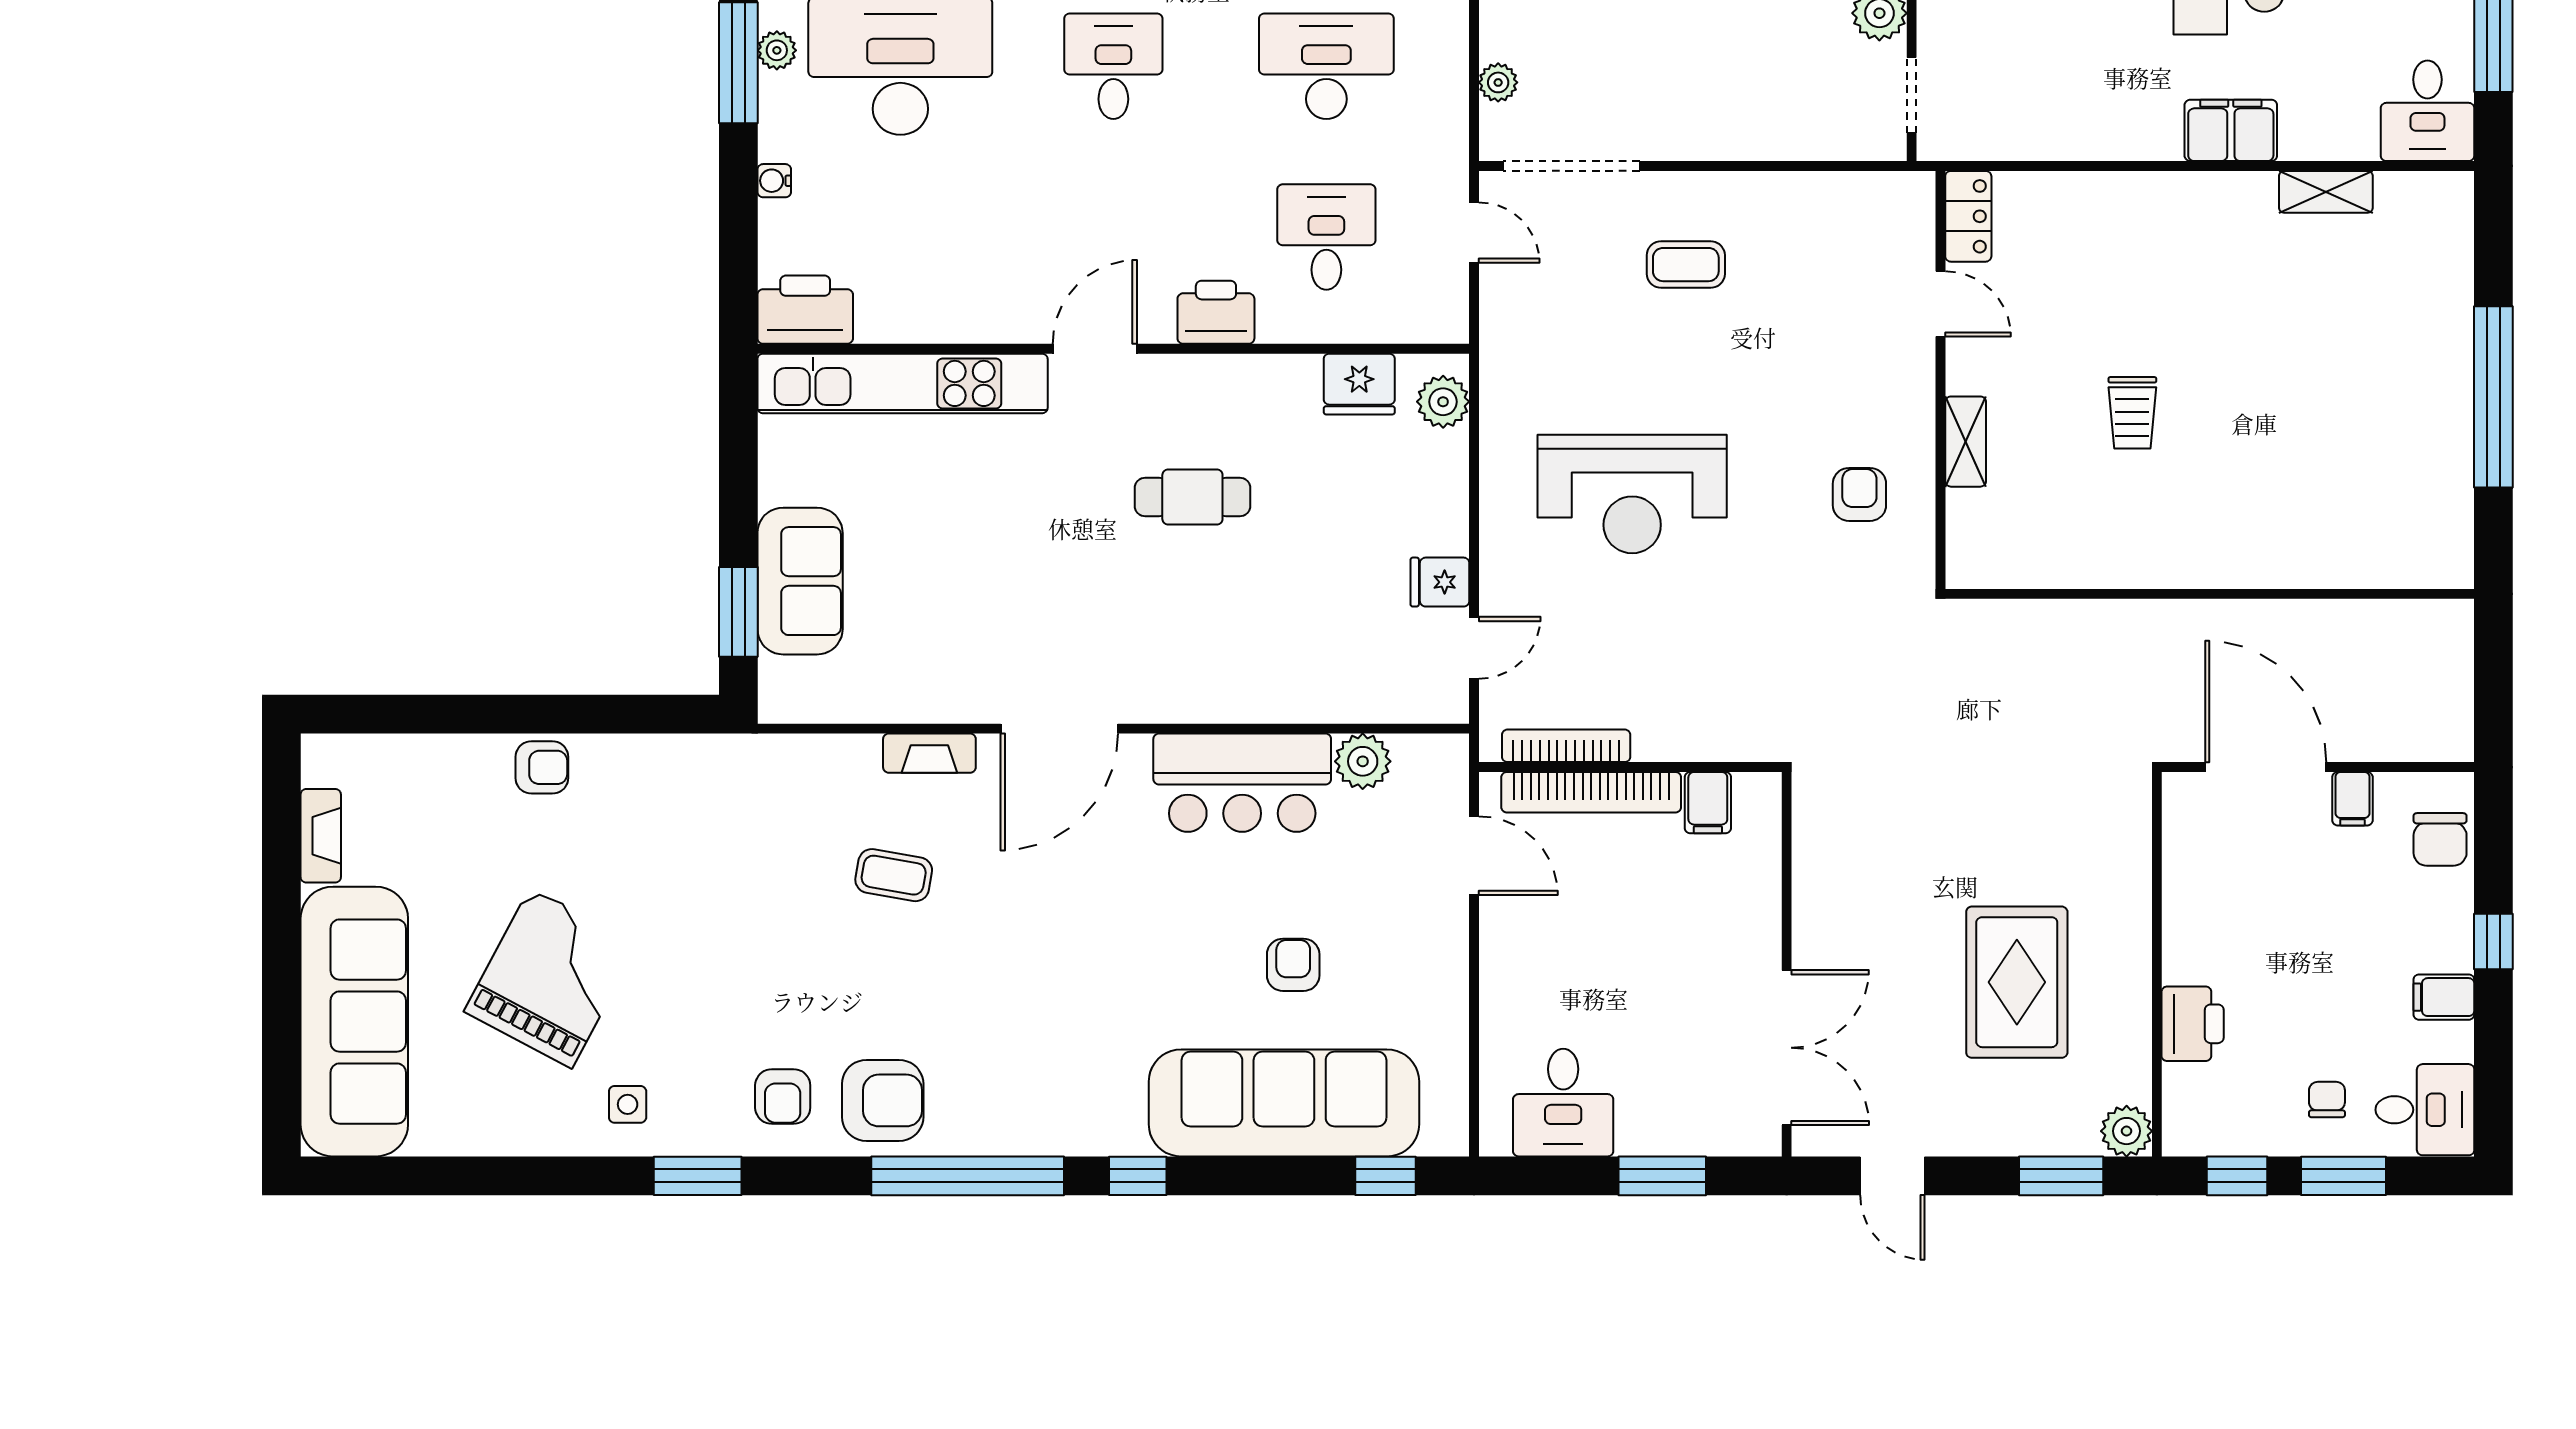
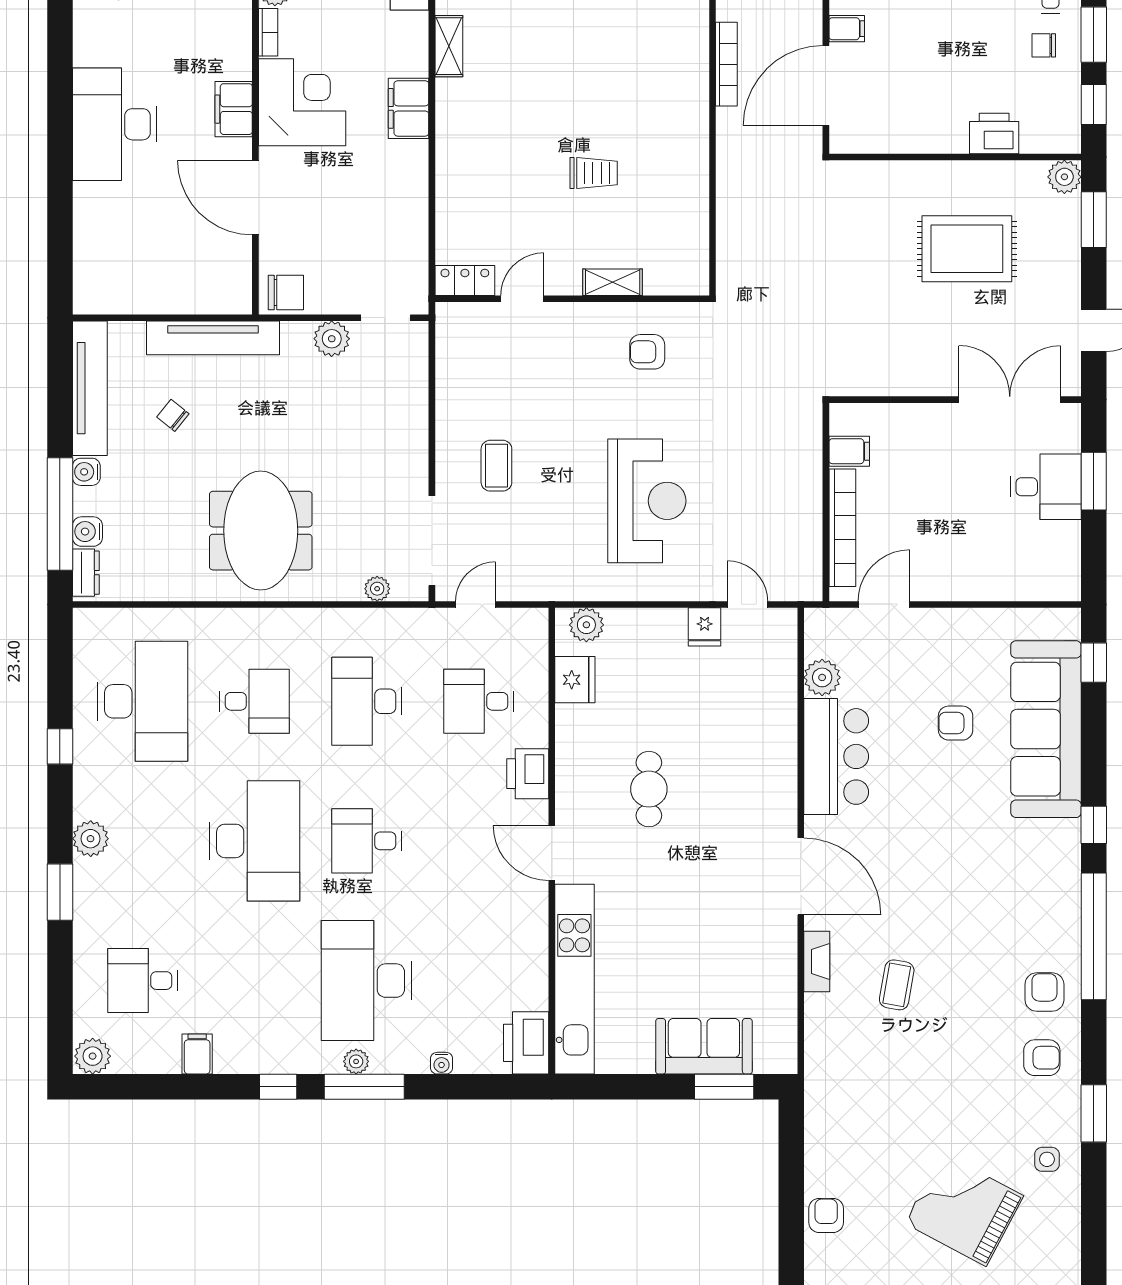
bookcase: (1566, 746) -> (726, 64), moved, turned 180
armchair: (883, 1100) -> (1044, 992), width x0.72, depth x0.72
desk: (1563, 1103) -> (1046, 487), moved

